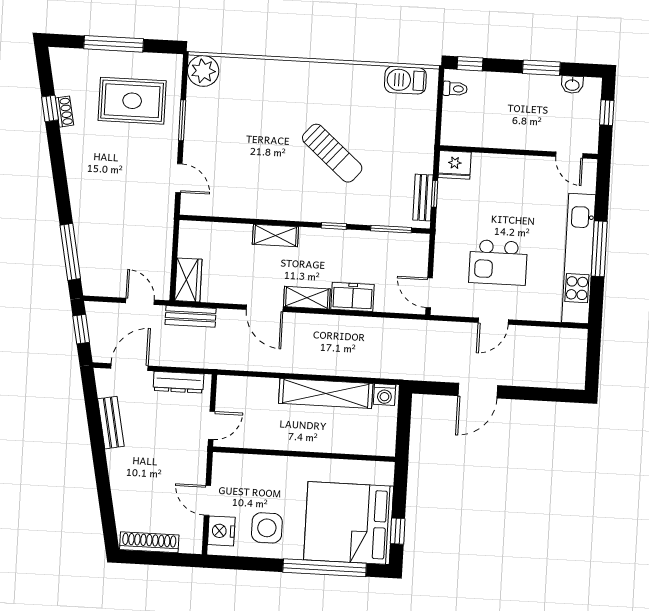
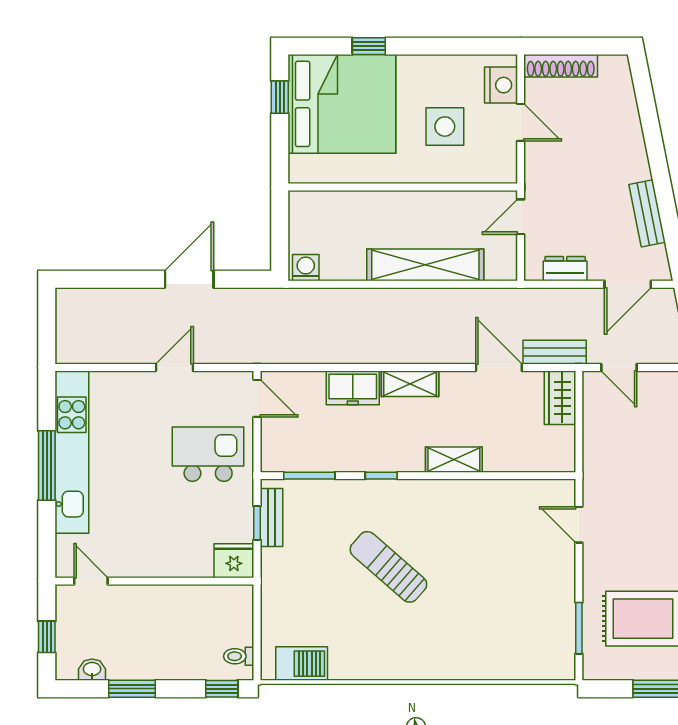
plant: (203, 71) -> (556, 661), removed
window: (182, 120) -> (579, 628), moved
kitchen island: (498, 262) -> (208, 454), moved
door: (265, 308) -> (499, 367), moved
dresser: (178, 382) -> (565, 269), width x0.70
shelving: (326, 393) -> (425, 265), moved
side table: (267, 528) -> (445, 127), moved
shoe rack: (149, 542) -> (561, 66), moved
window: (325, 568) -> (369, 46), width x0.32

